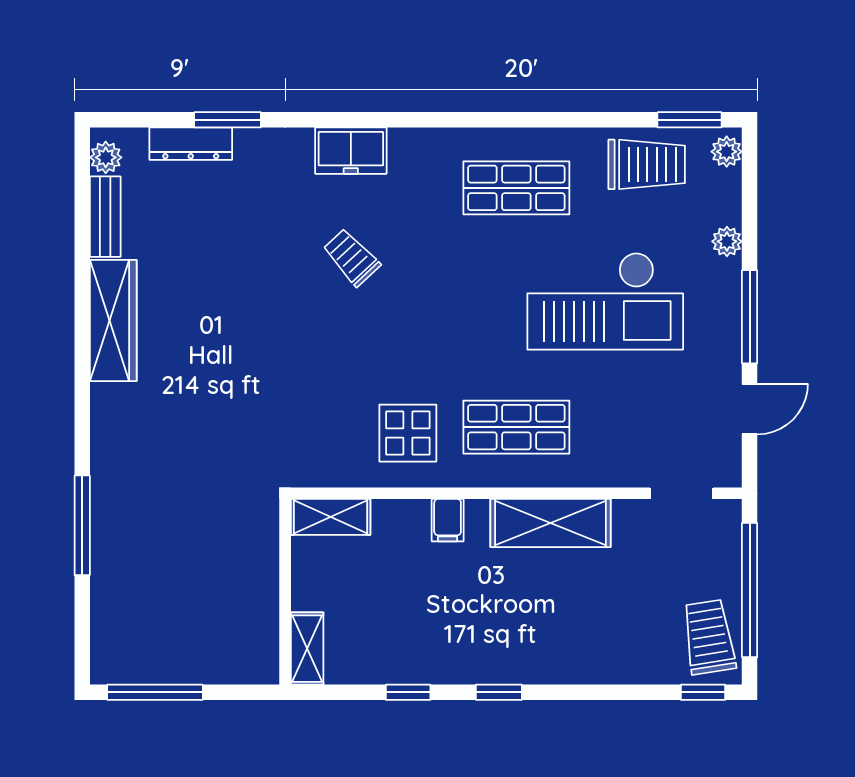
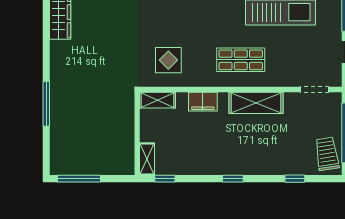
display table: (408, 433) -> (168, 60), moved
filing cabinet: (448, 520) -> (203, 102), width x2.00
window: (408, 692) -> (165, 179), moved
window: (703, 692) -> (295, 179), moved

